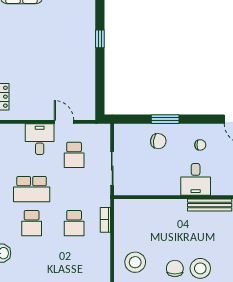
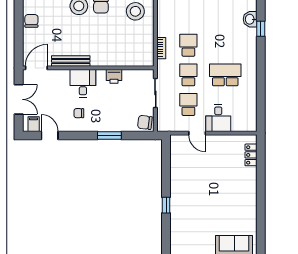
chair: (158, 141) -> (145, 122), moved
printer: (160, 187) -> (114, 76), added
school desk: (32, 223) -> (188, 75), moved

